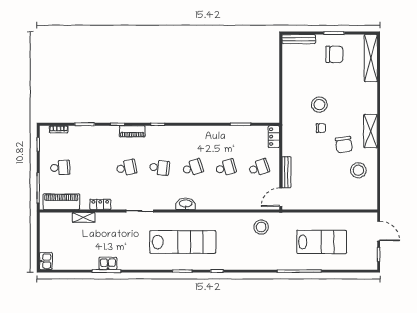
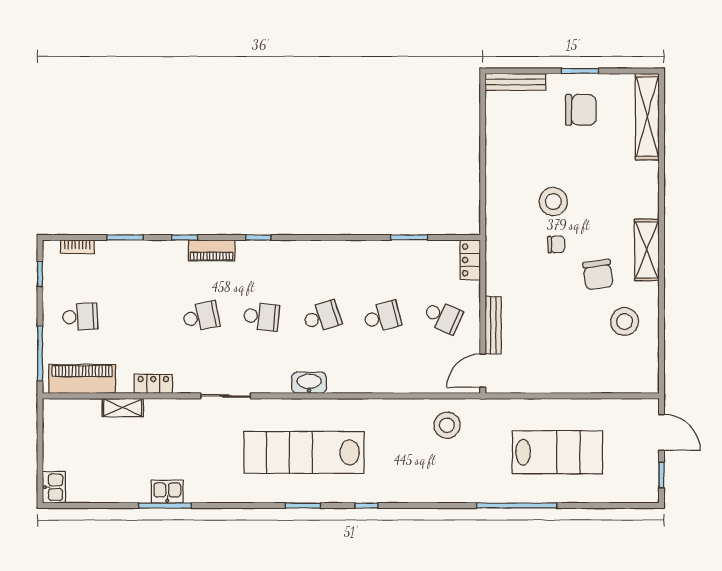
school desk: (259, 168) -> (443, 317), turned 42
lab bench: (183, 242) -> (304, 452), turned 180

